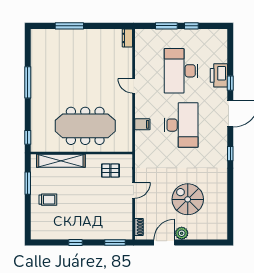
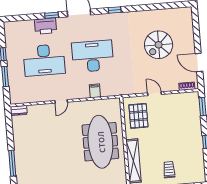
pallet: (110, 171) -> (138, 116), width x1.50, depth x1.42
plant: (182, 233) -> (189, 48), removed

